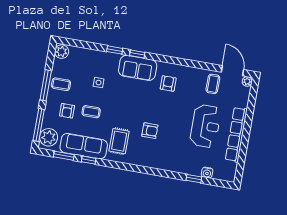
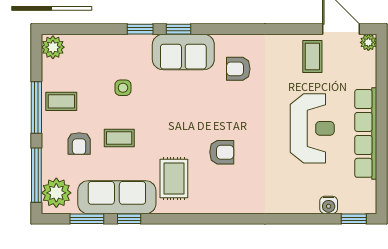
armchair: (168, 83) -> (238, 69), turned -90
window: (194, 179) -> (354, 219), moved

